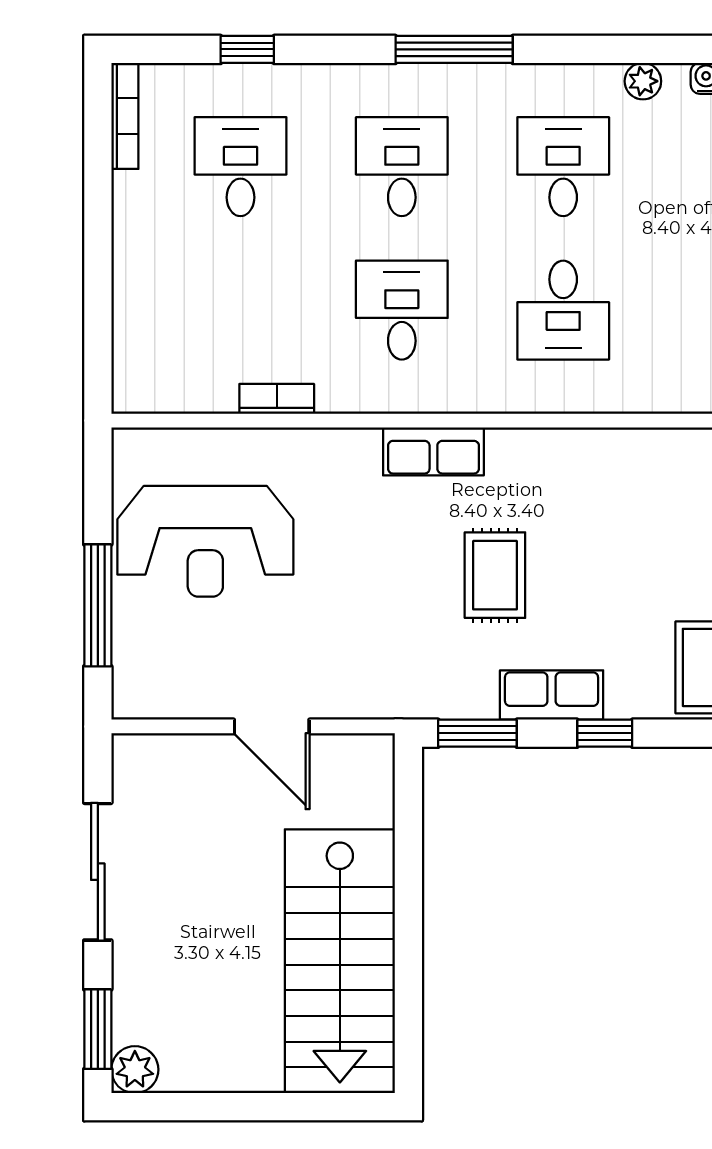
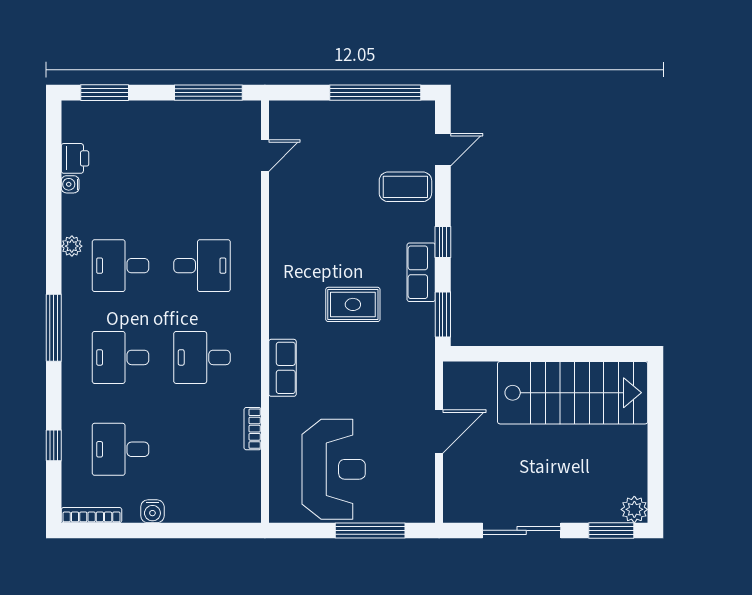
plant: (643, 81) -> (72, 246), moved
water cooler: (132, 223) -> (152, 511), added
row of seats: (433, 451) -> (282, 368), moved

